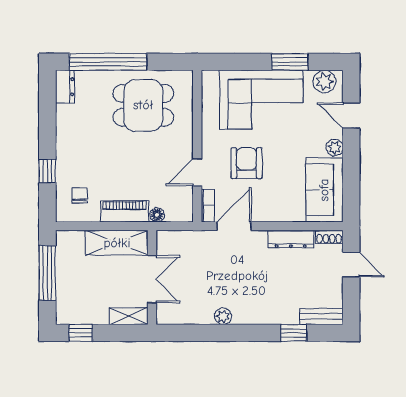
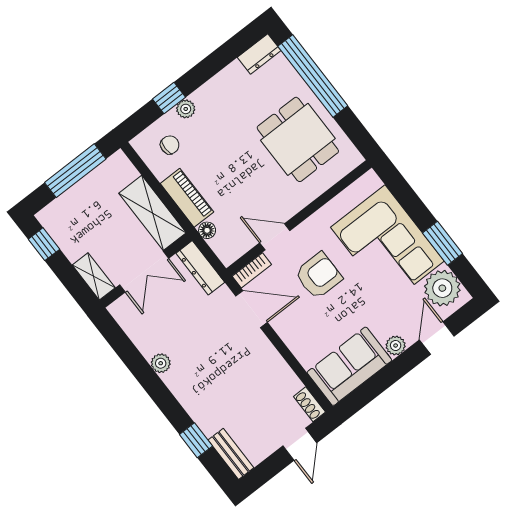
plant: (324, 81) -> (442, 288), width x1.36, depth x1.36
plant: (64, 165) -> (186, 109), added
dresser: (291, 239) -> (200, 268), moved

